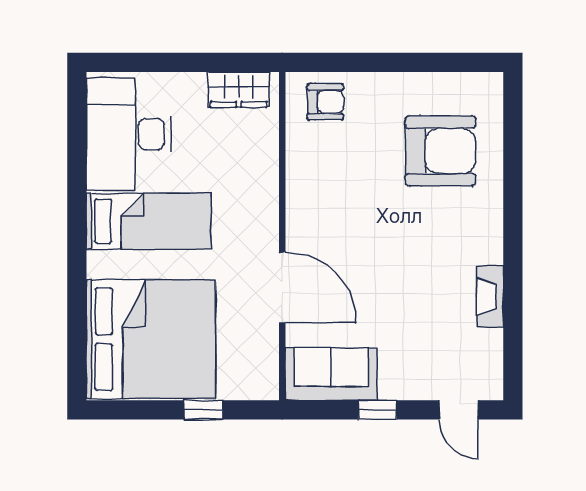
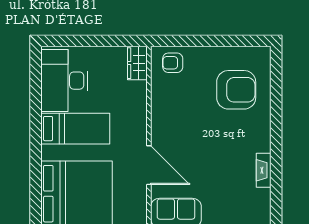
wardrobe: (239, 90) -> (137, 63), moved, turned 90
armchair: (325, 102) -> (173, 63), turned 180

